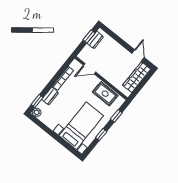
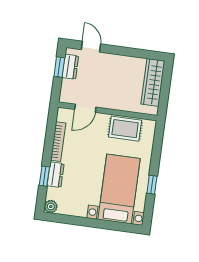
door: (138, 55) -> (91, 47), moved
window: (37, 101) -> (44, 176), moved
window: (116, 116) -> (157, 149), removed

